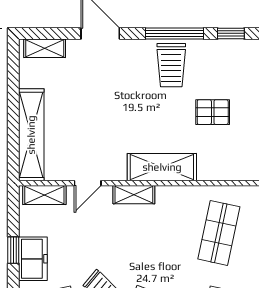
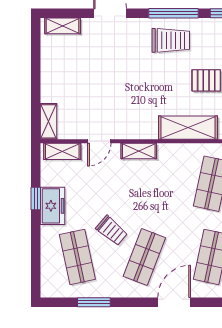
trolley: (171, 65) -> (171, 40), turned -90
shelving: (31, 135) -> (48, 121), width x0.45, depth x0.75
shelving: (162, 167) -> (188, 128), moved

